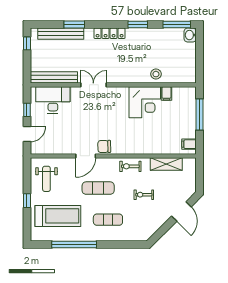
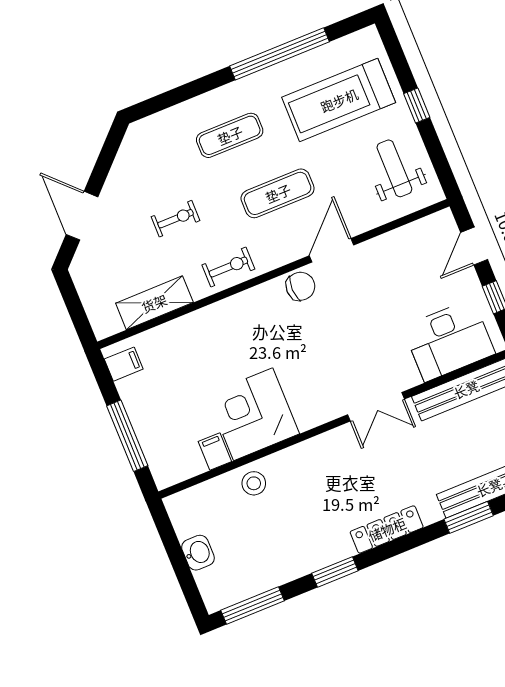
washbasin: (190, 35) -> (198, 553), moved

